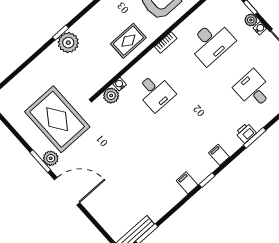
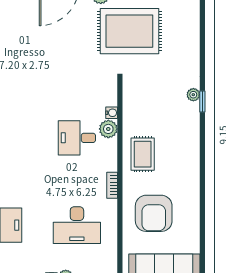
desk: (211, 42) -> (77, 225), turned -90
plant: (68, 43) -> (193, 95), width x0.53, depth x0.53
plant: (111, 96) -> (108, 129), moved

